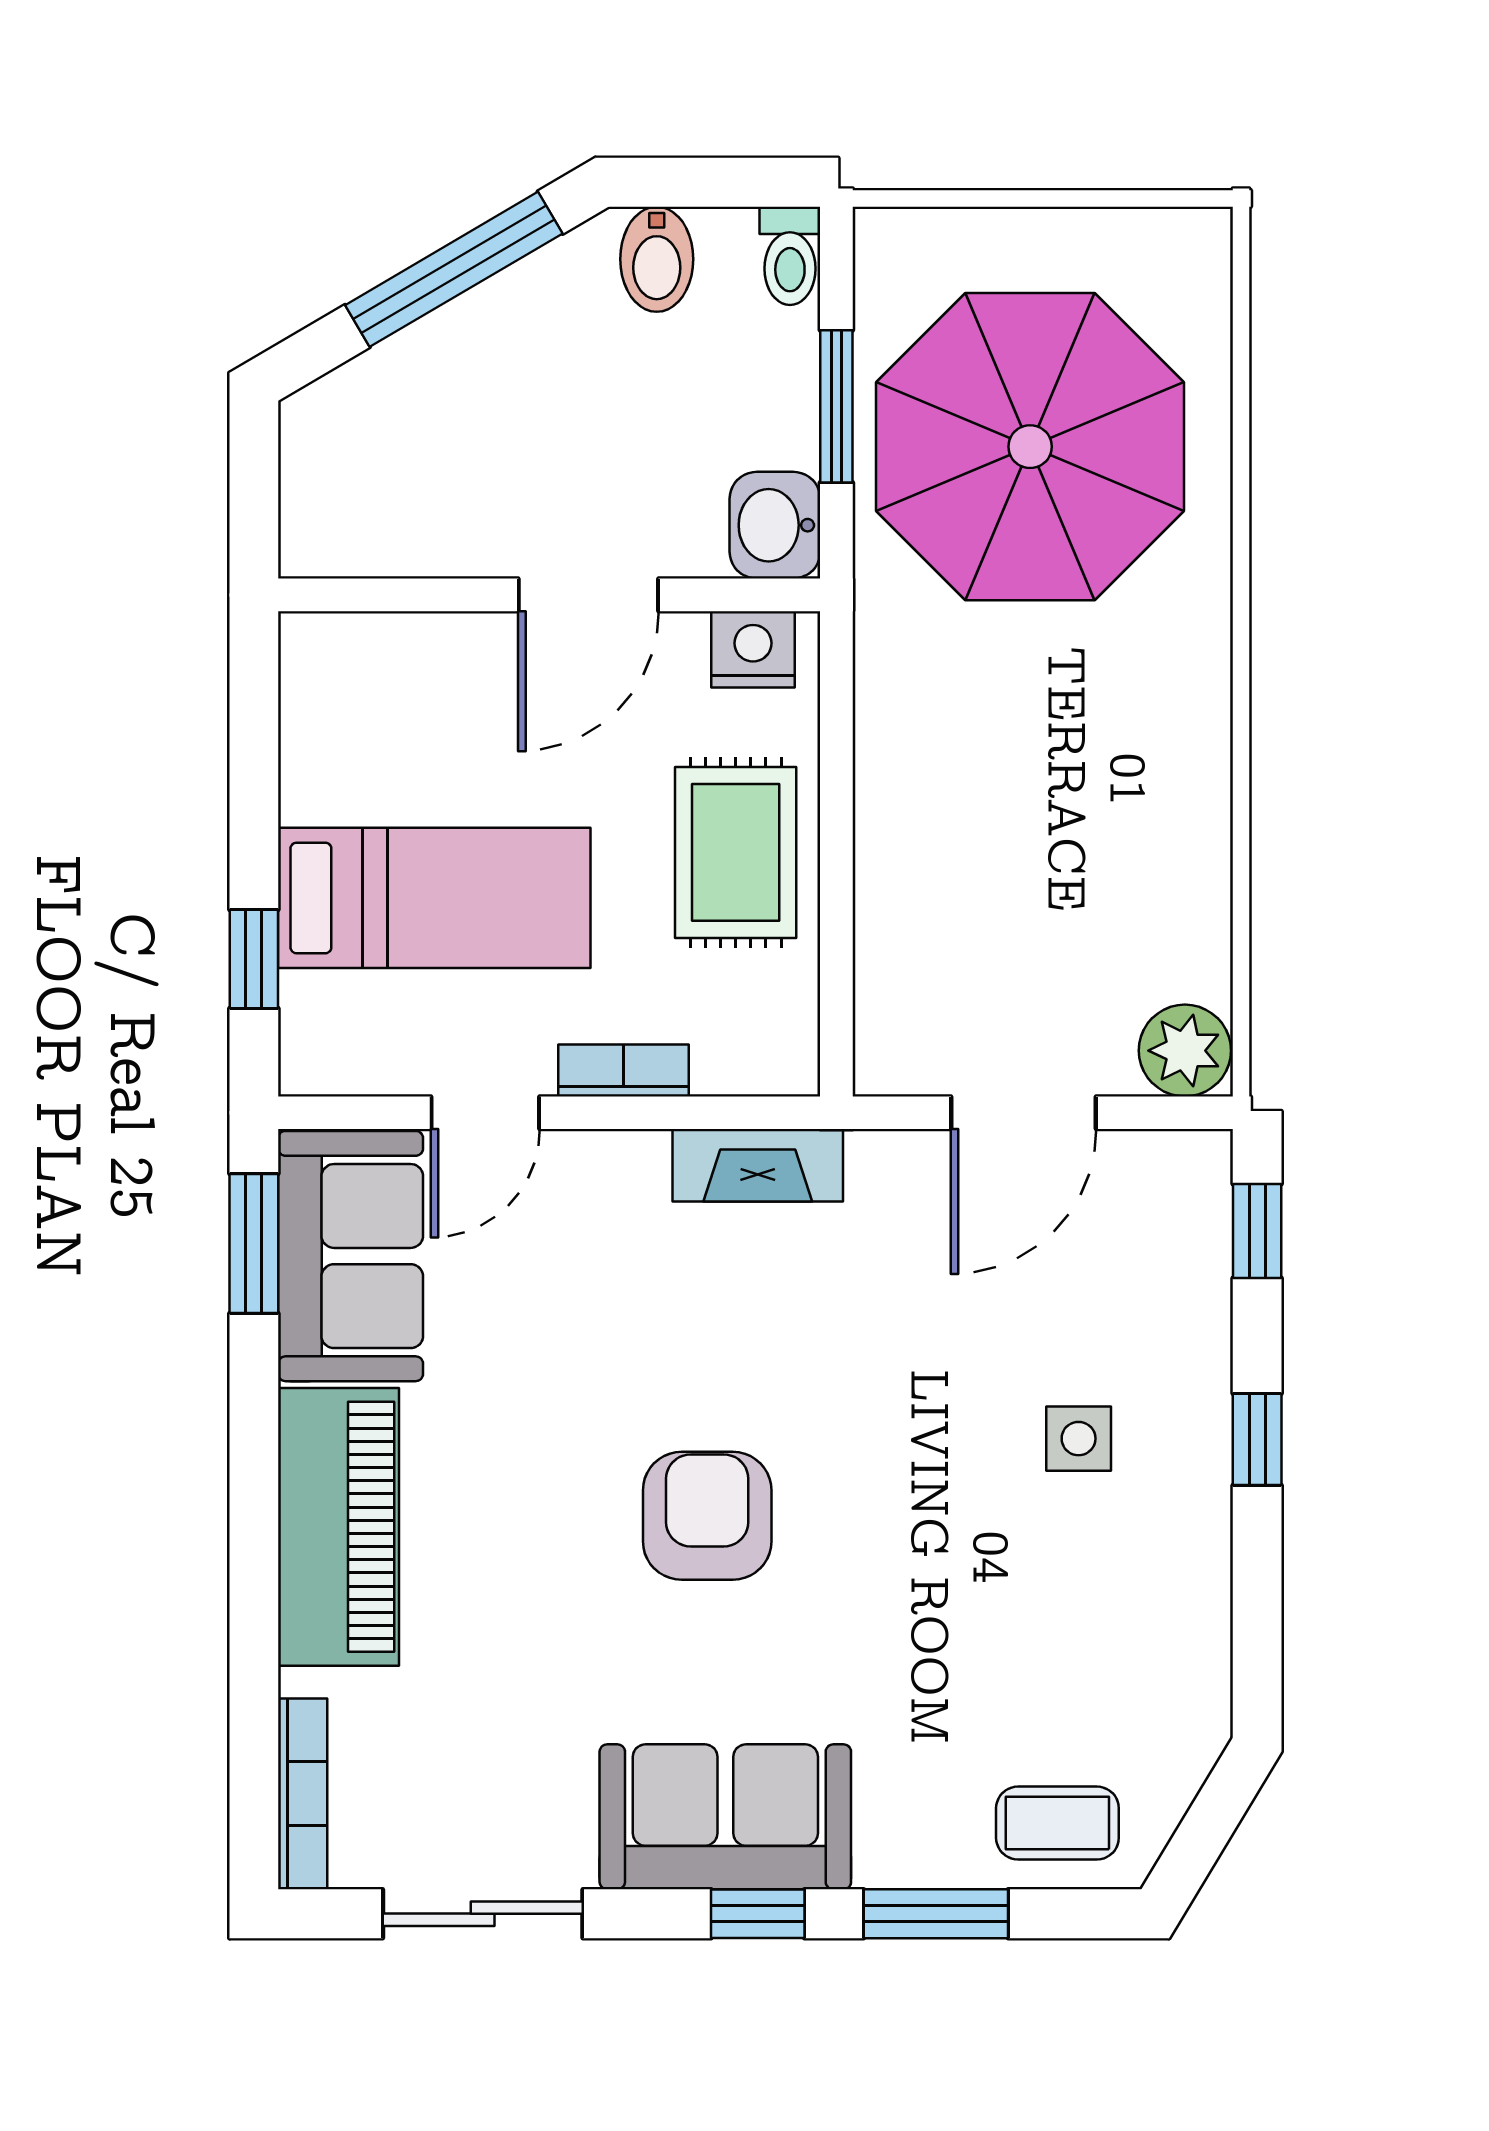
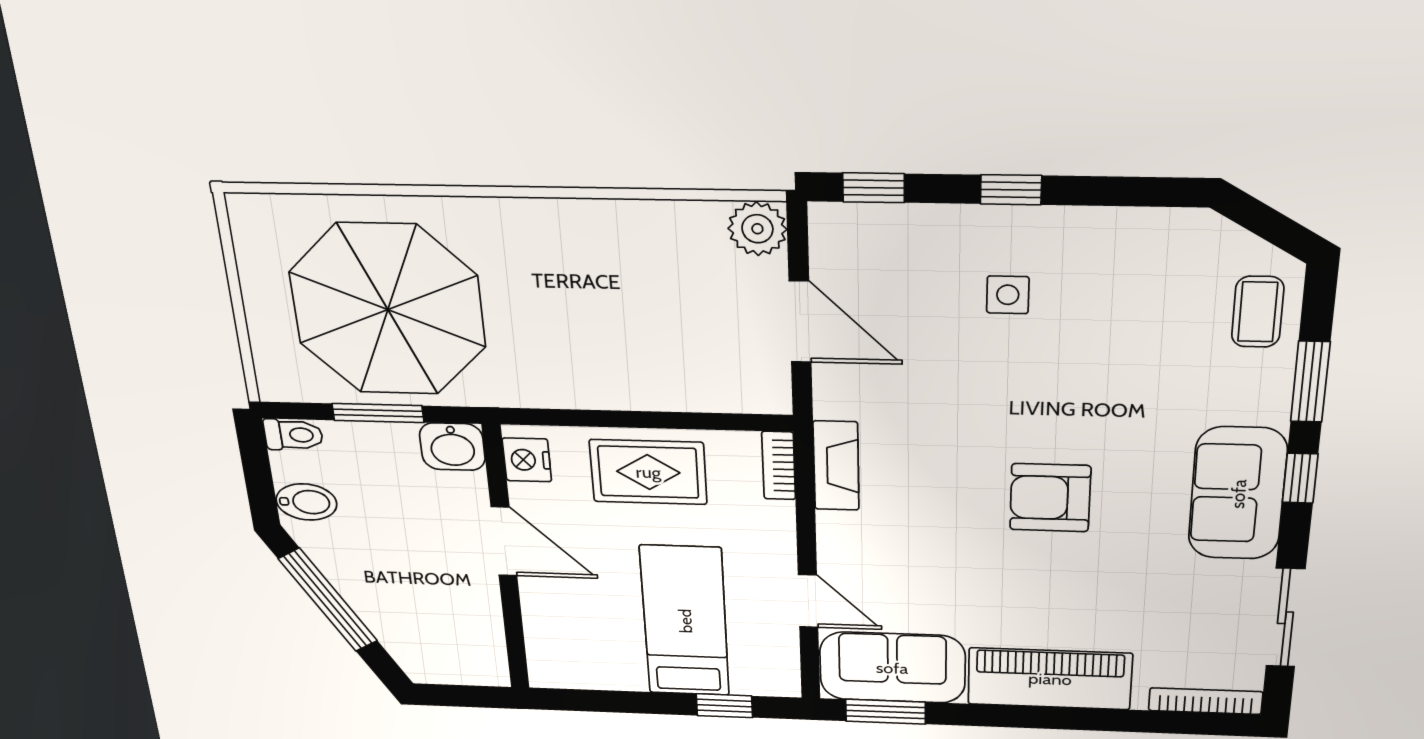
bookcase: (623, 1070) -> (779, 466), moved

